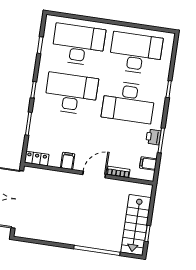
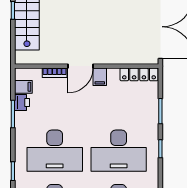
desk: (129, 102) -> (55, 151), turned 180
printer: (153, 137) -> (22, 103), moved
locker: (37, 158) -> (139, 74), width x1.53
filing cabinet: (68, 161) -> (100, 77), moved

